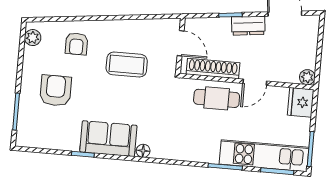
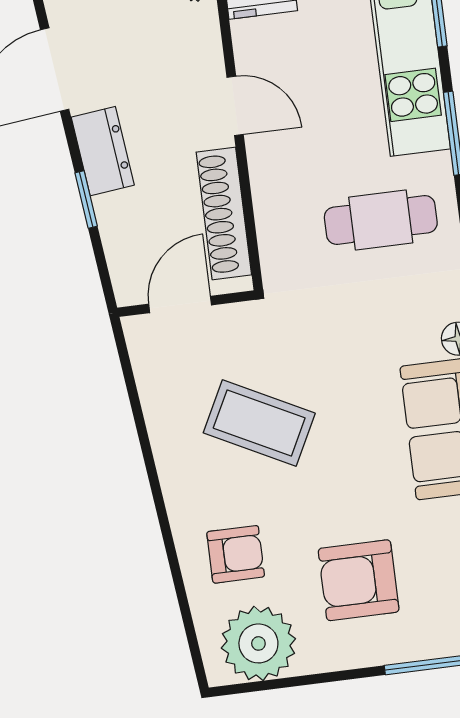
plant: (33, 38) -> (258, 643), width x1.88, depth x1.88
coffee table: (127, 65) -> (259, 423), turned -63
cafe table: (217, 98) -> (381, 220), moved, turned 90

